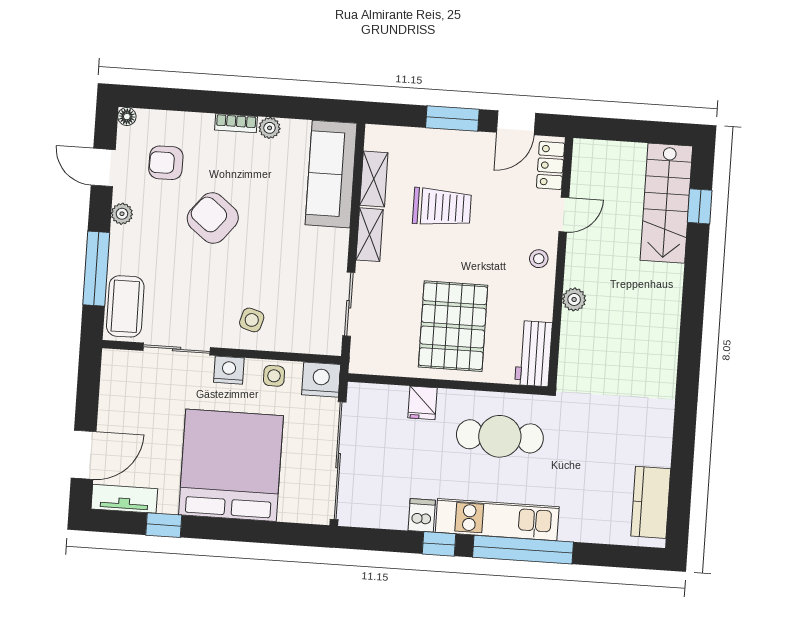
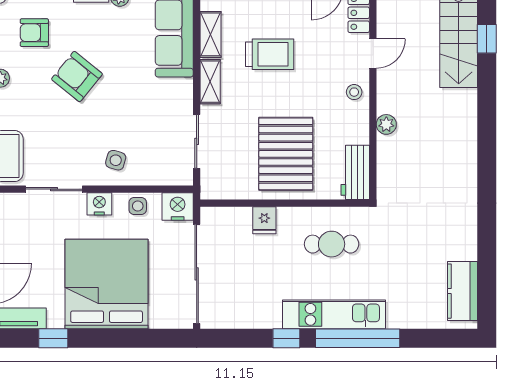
cafe table: (500, 436) -> (332, 244), width x0.73, depth x0.74
dishwasher: (422, 515) -> (270, 315), removed

